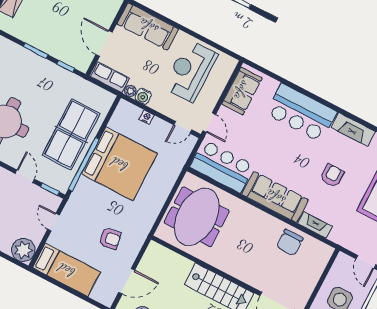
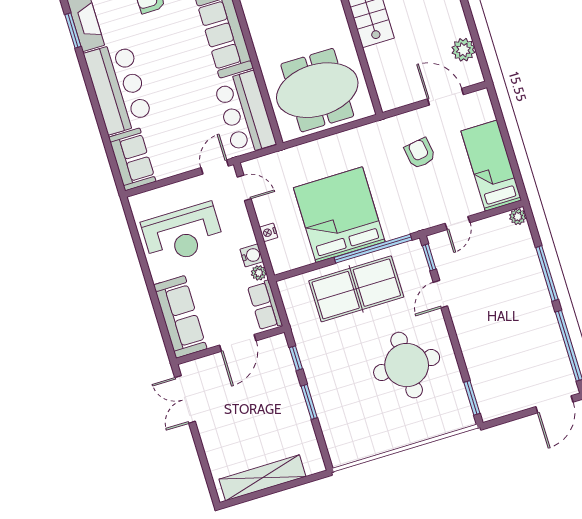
sofa: (242, 91) -> (132, 159), moved, turned 90
window: (355, 118) -> (73, 30), added
plant: (23, 250) -> (518, 217), width x0.53, depth x0.53

